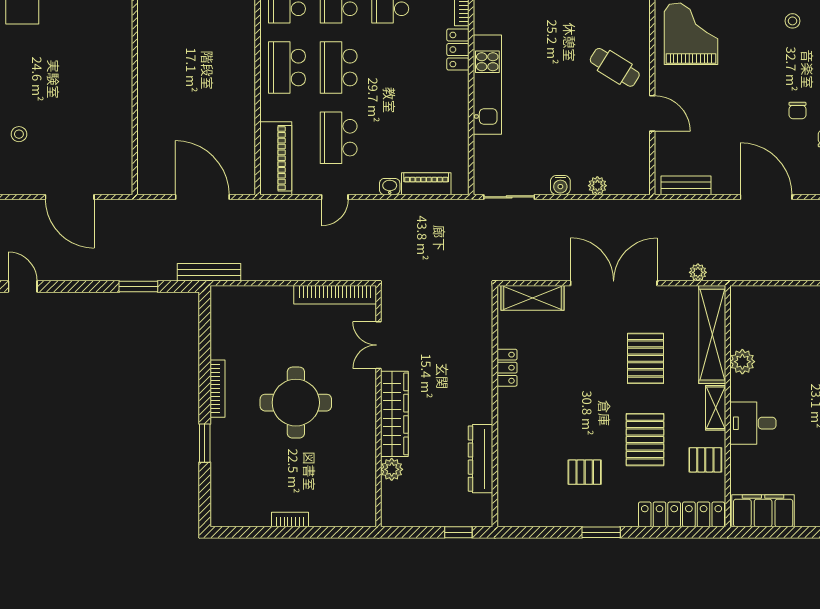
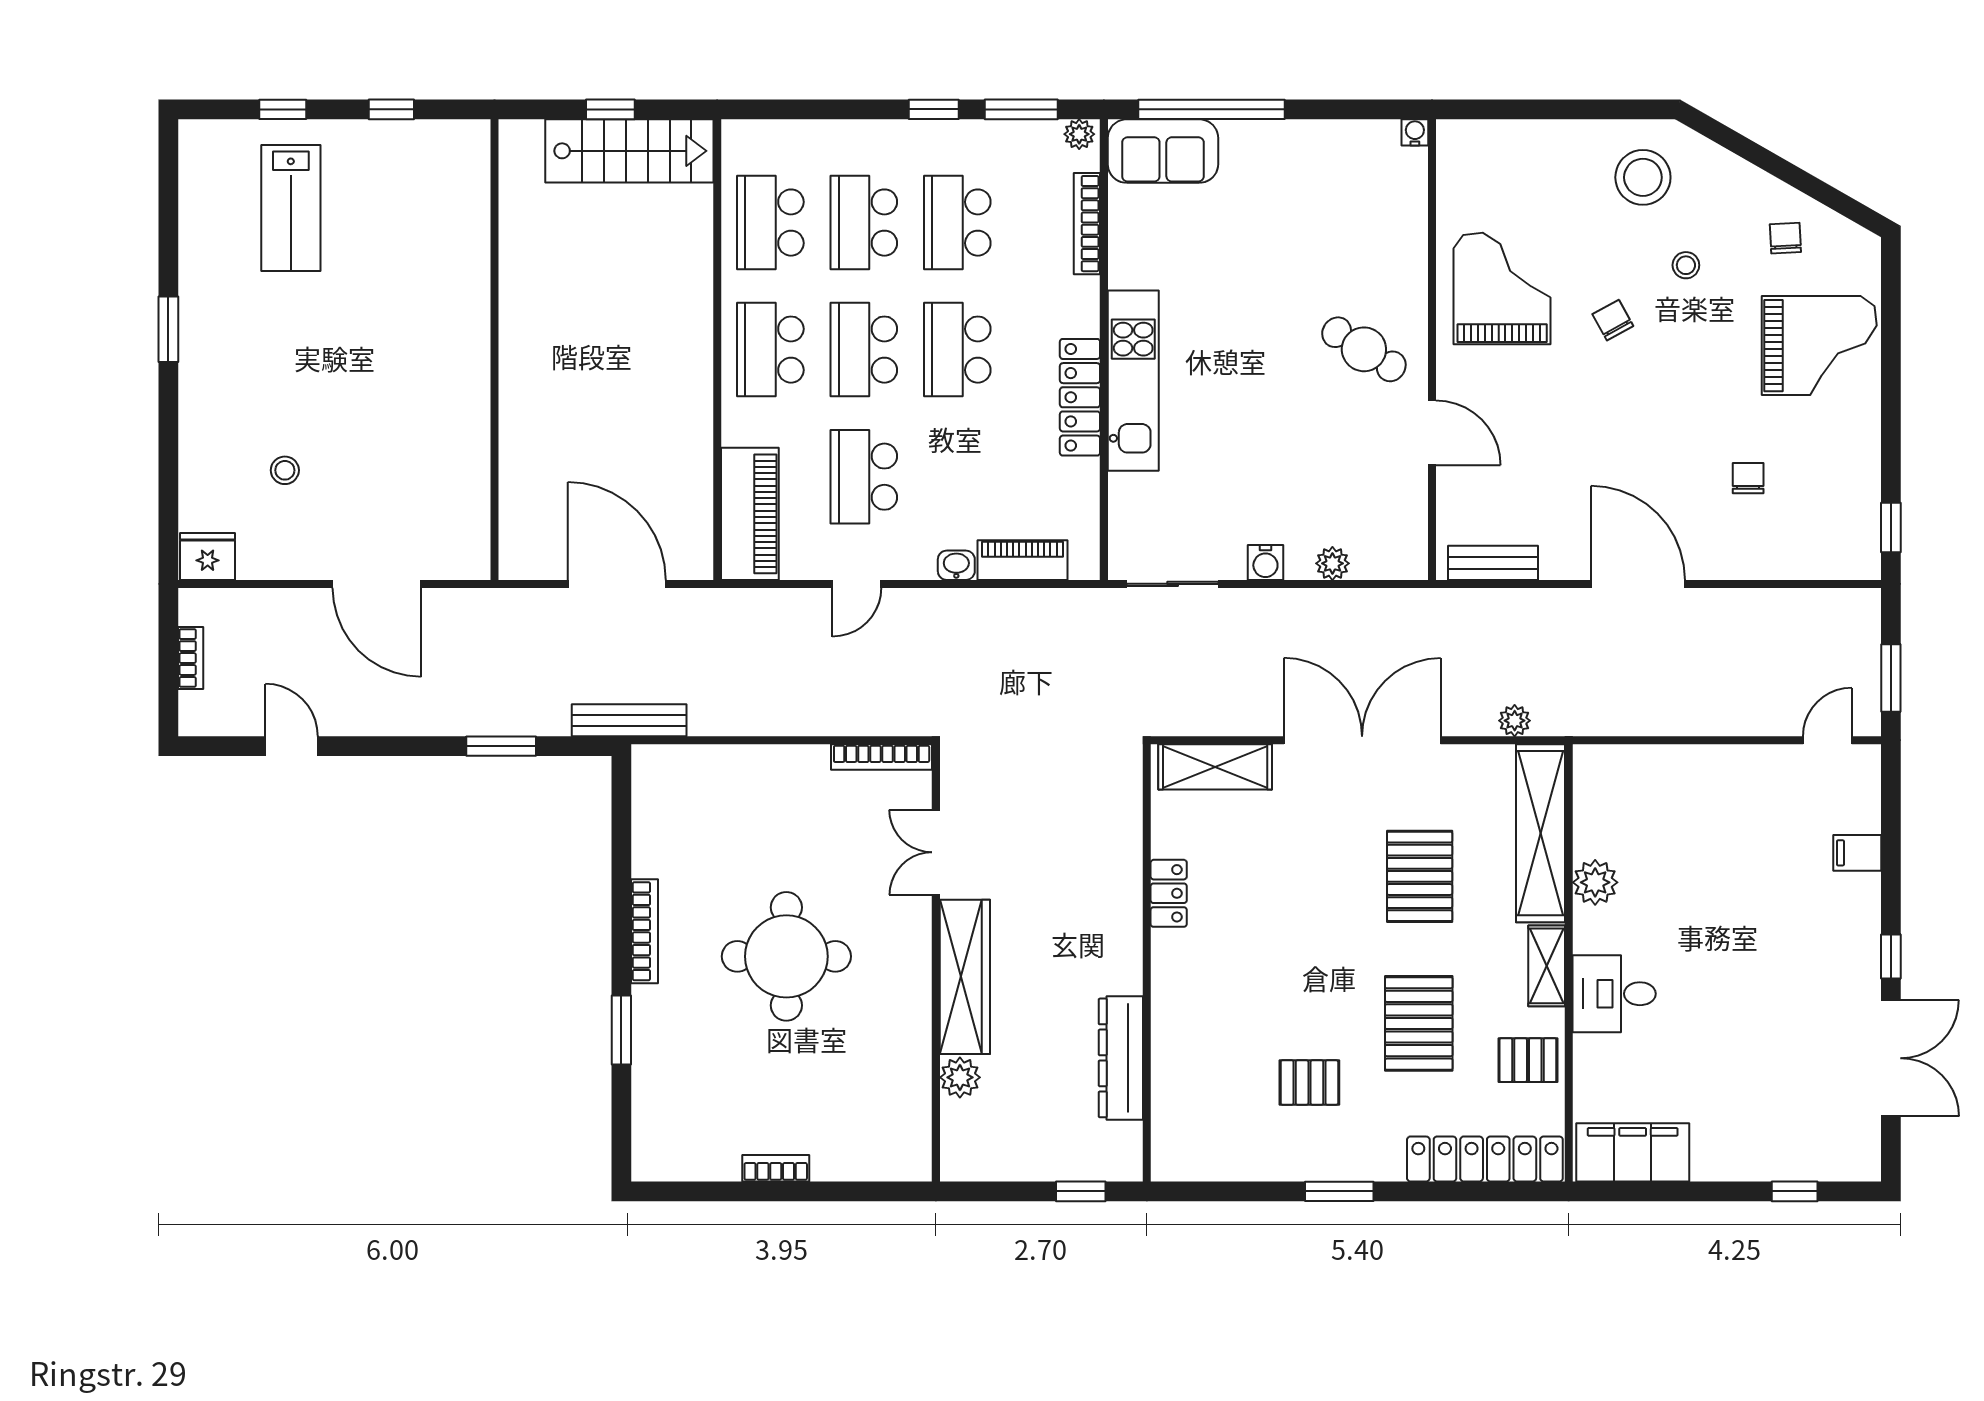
locker: (458, 50) -> (1080, 397), moved, width x1.53
school desk: (390, 68) -> (957, 350), added
chair: (797, 111) -> (1613, 320), moved, turned 151
bookcase: (335, 295) -> (882, 757), width x0.68, depth x0.76

